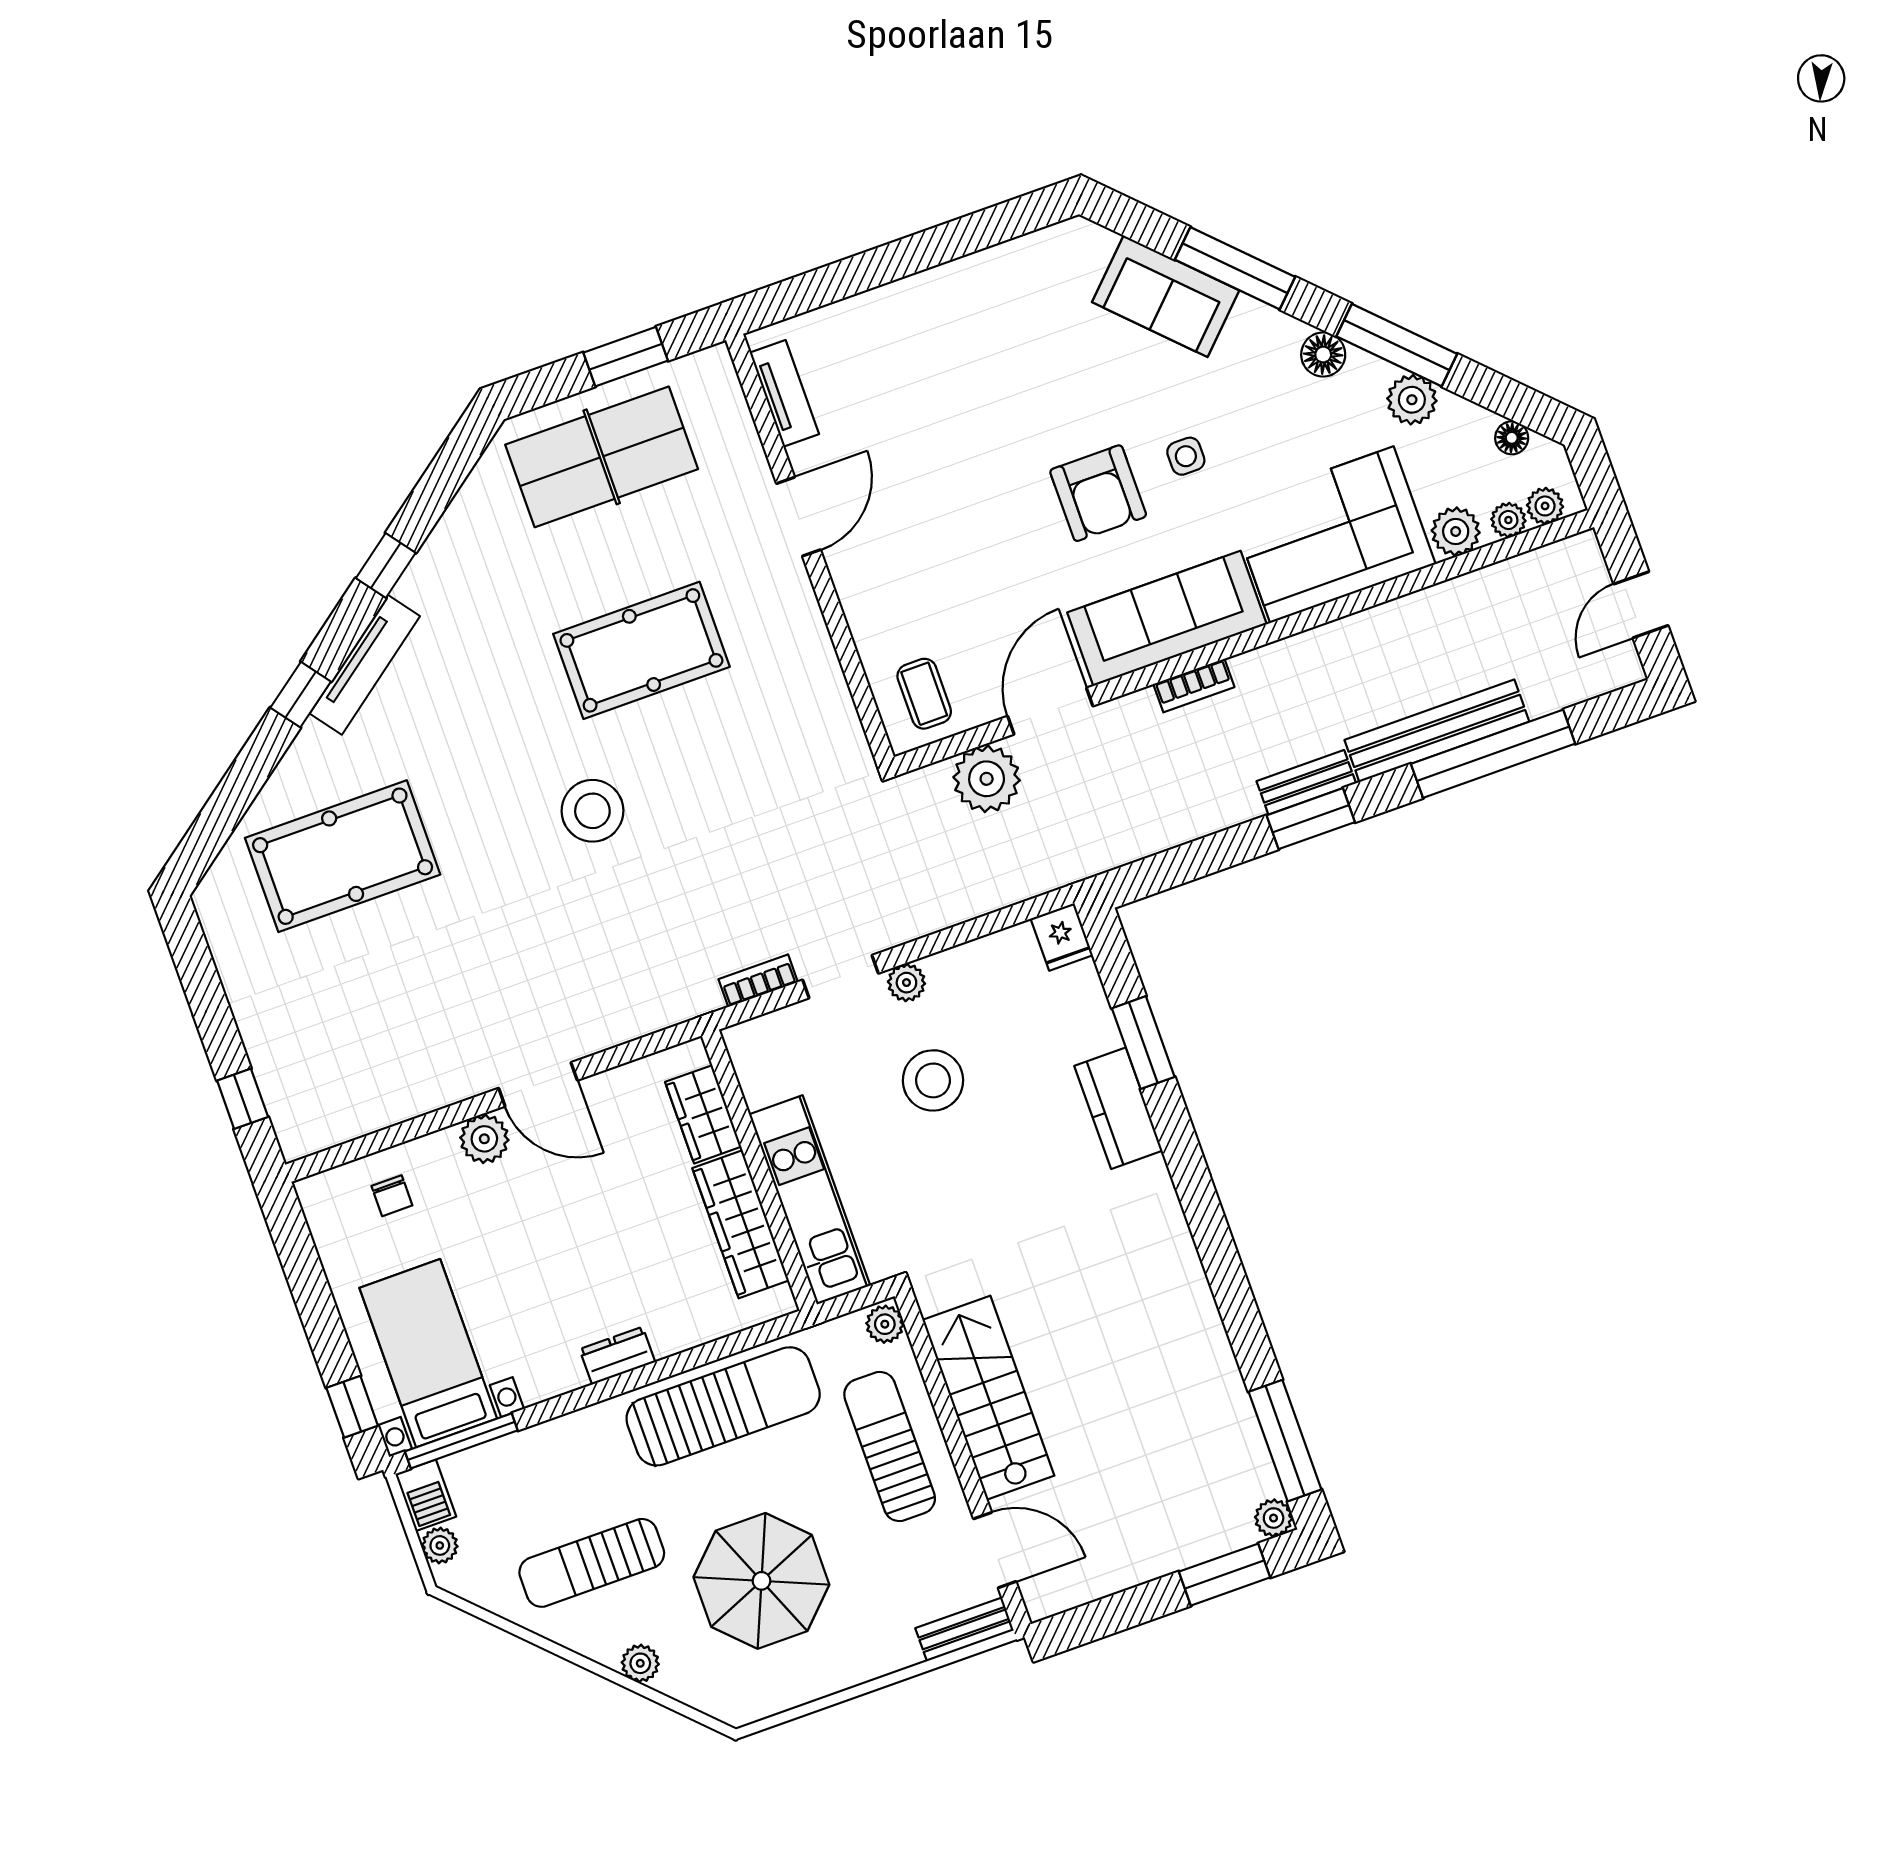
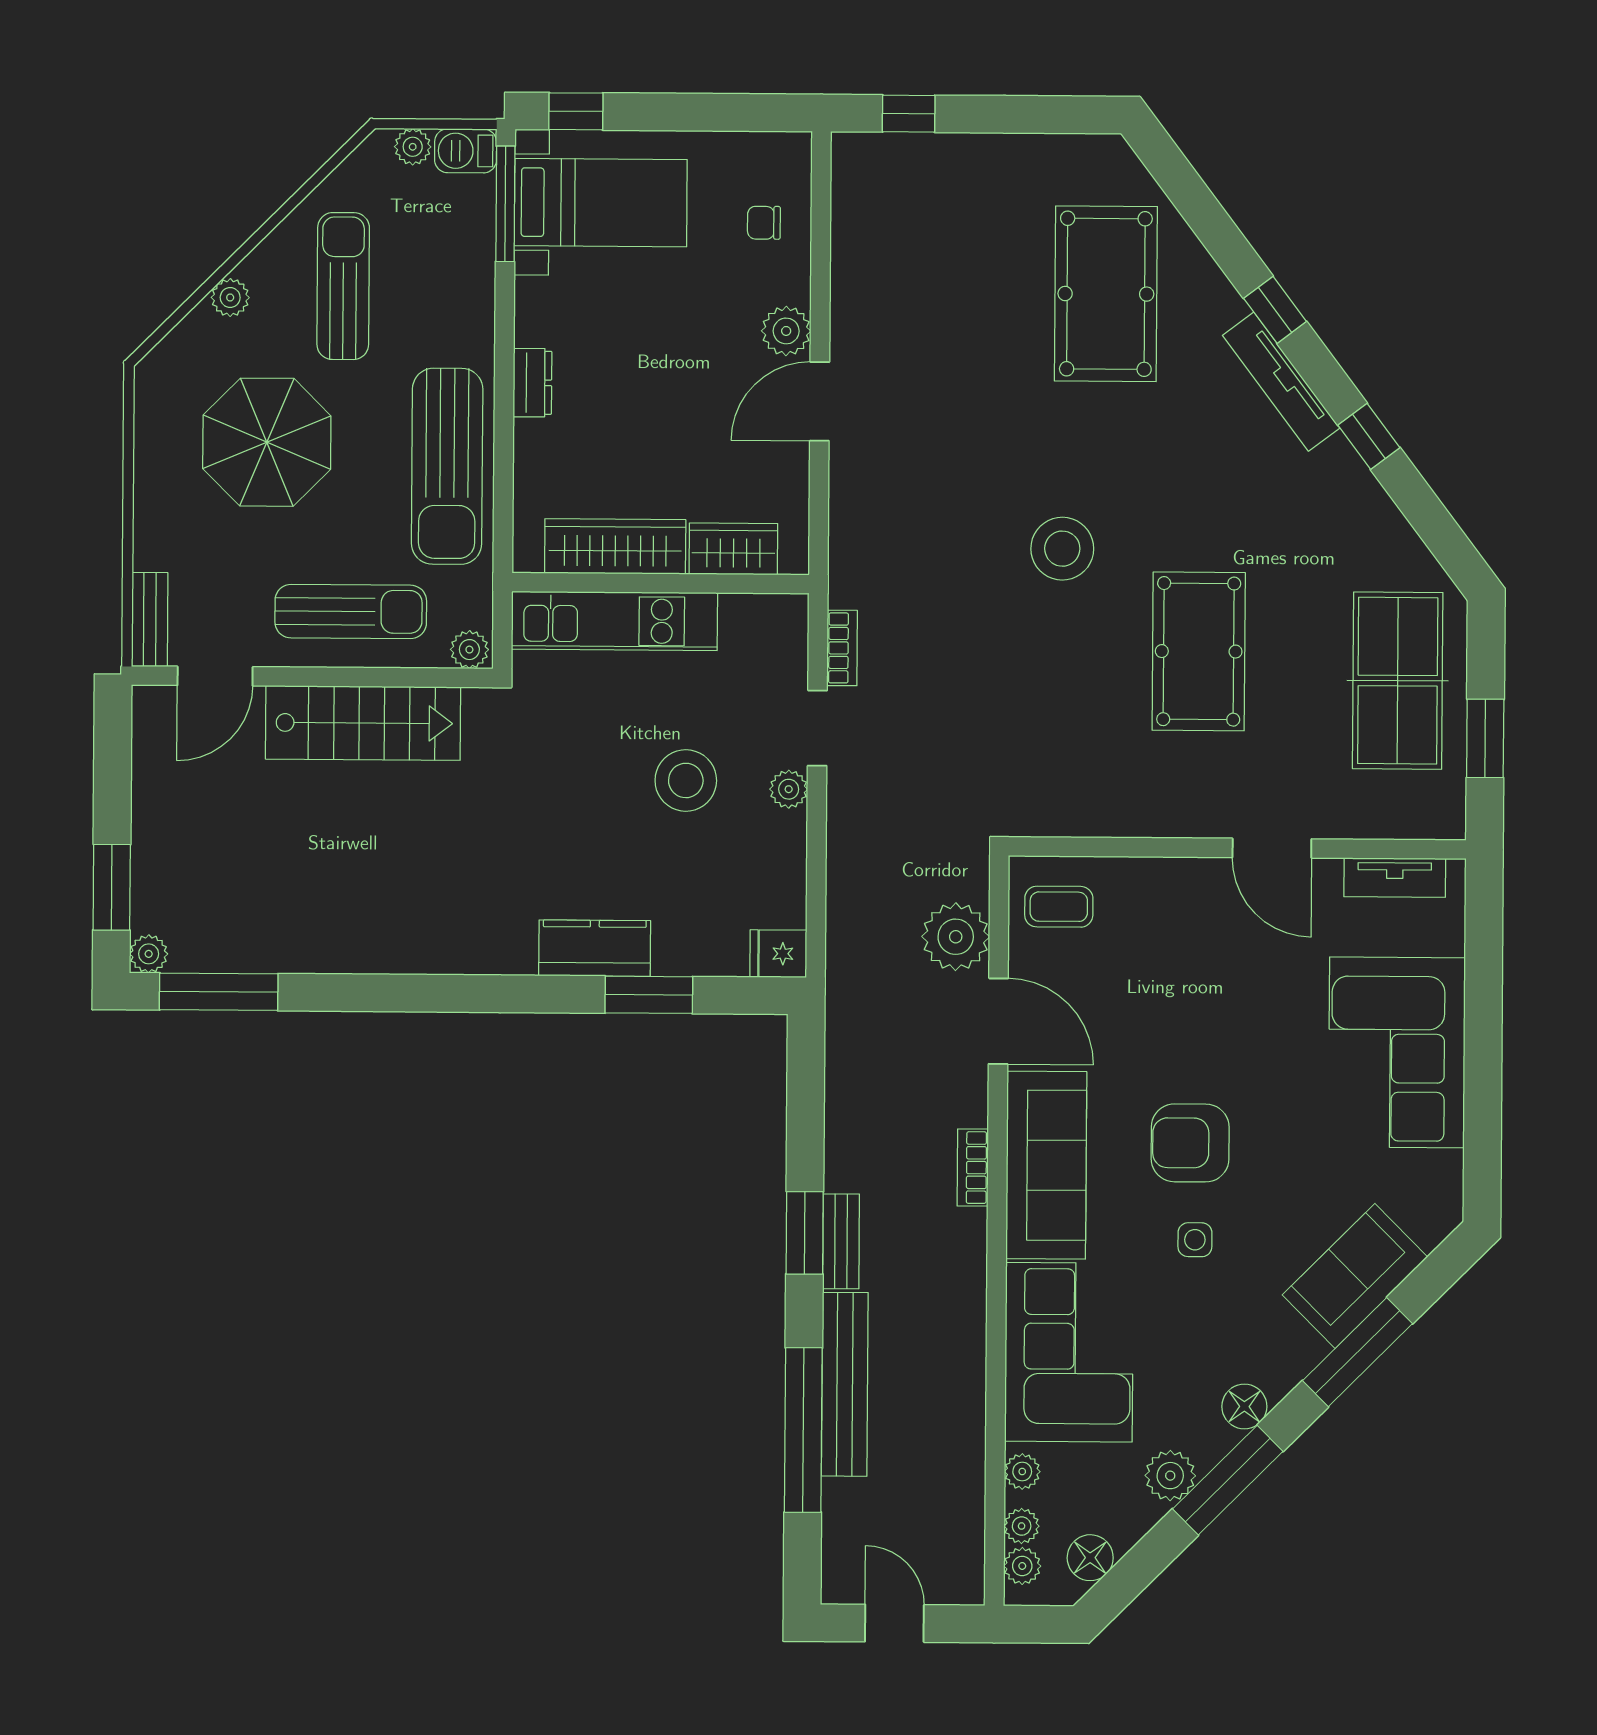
corner sofa: (945, 333) -> (1397, 1052), added
floor lamp: (1512, 438) -> (1090, 1558), width x1.37, depth x1.37
plant: (1456, 531) -> (1022, 1472), width x0.73, depth x0.73

